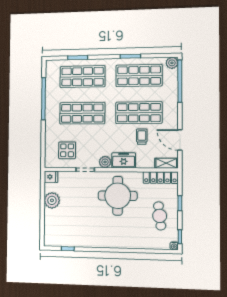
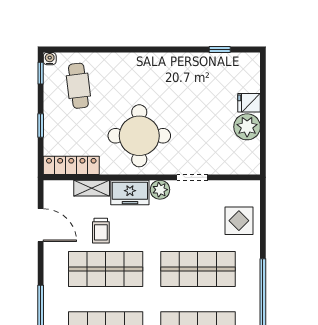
display table: (67, 150) -> (239, 221), moved
shelving: (166, 163) -> (92, 188), moved
fridge: (51, 177) -> (249, 103), moved
cafe table: (160, 216) -> (78, 86), moved

